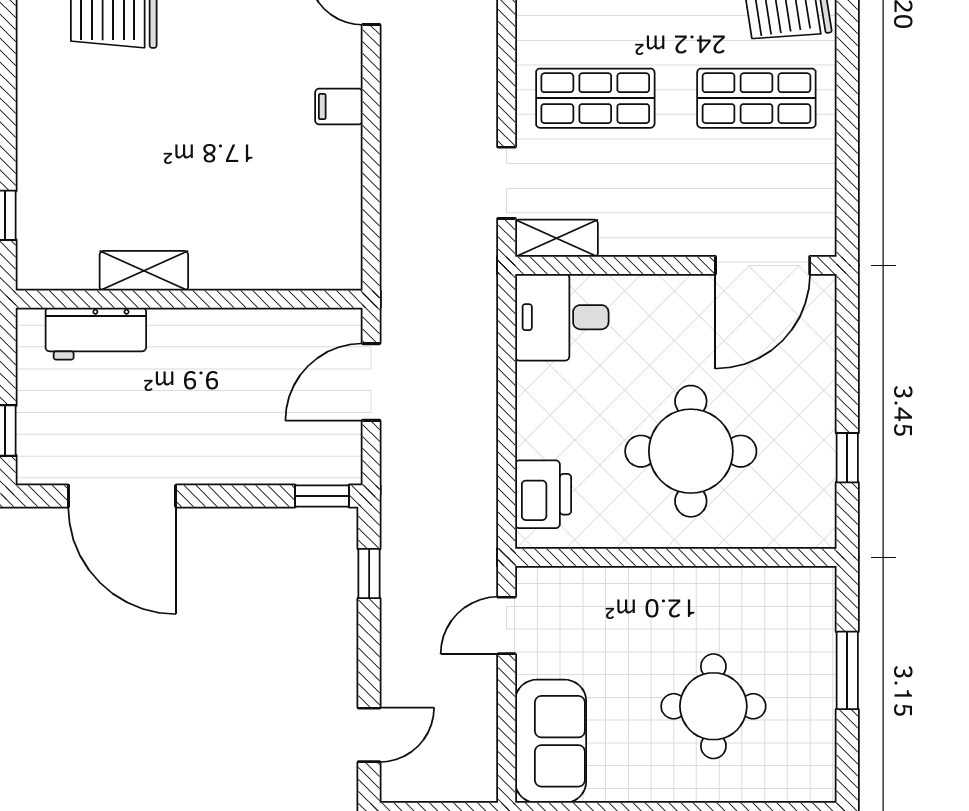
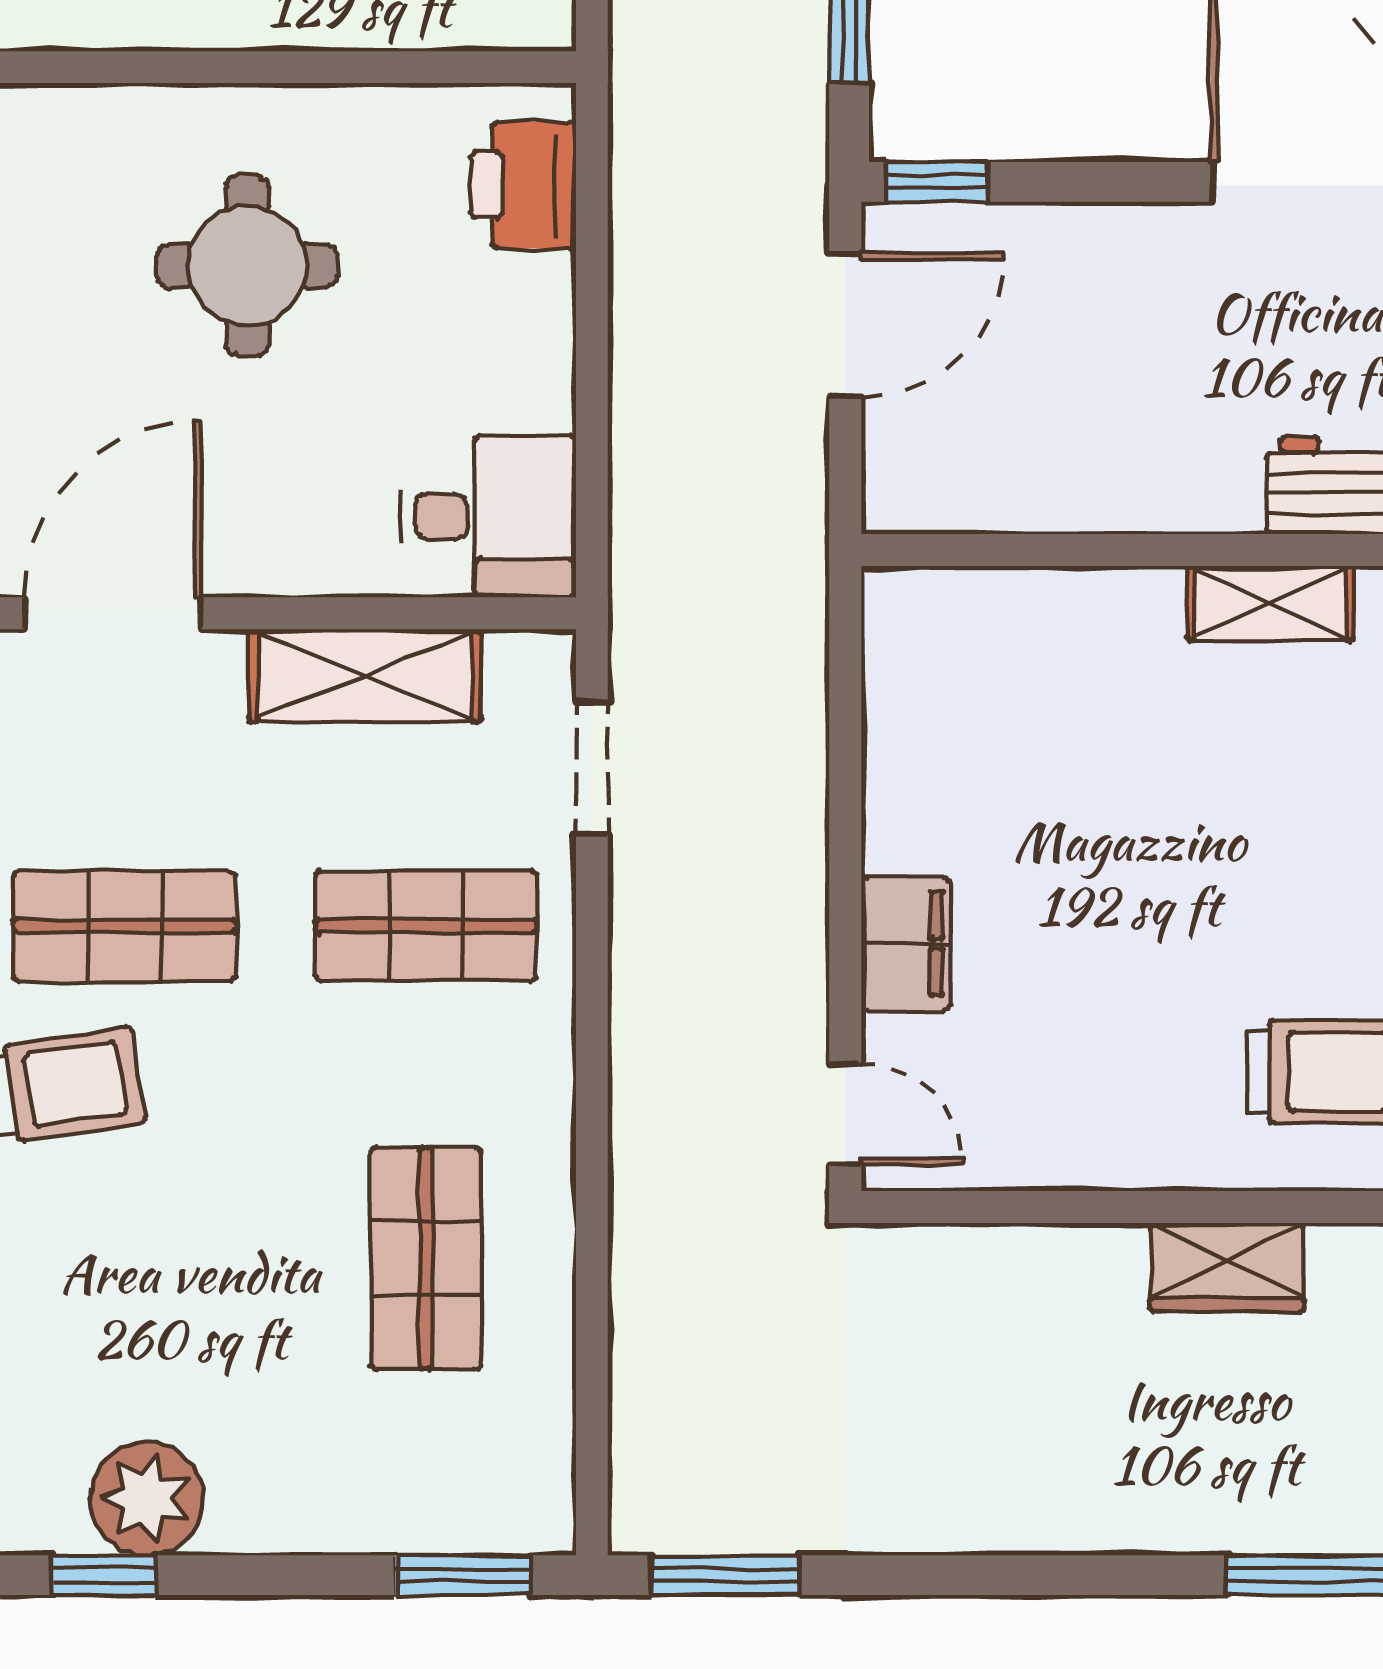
filing cabinet: (339, 107) -> (906, 944), width x2.00
shelving: (556, 238) -> (365, 676), moved, width x1.50, depth x1.33
door: (371, 382) -> (845, 325), moved
round table: (691, 451) -> (247, 266), width x0.73, depth x0.73

